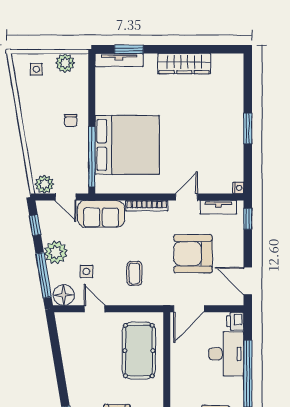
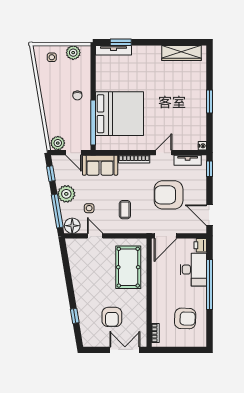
wardrobe: (184, 64) -> (182, 53), moved

